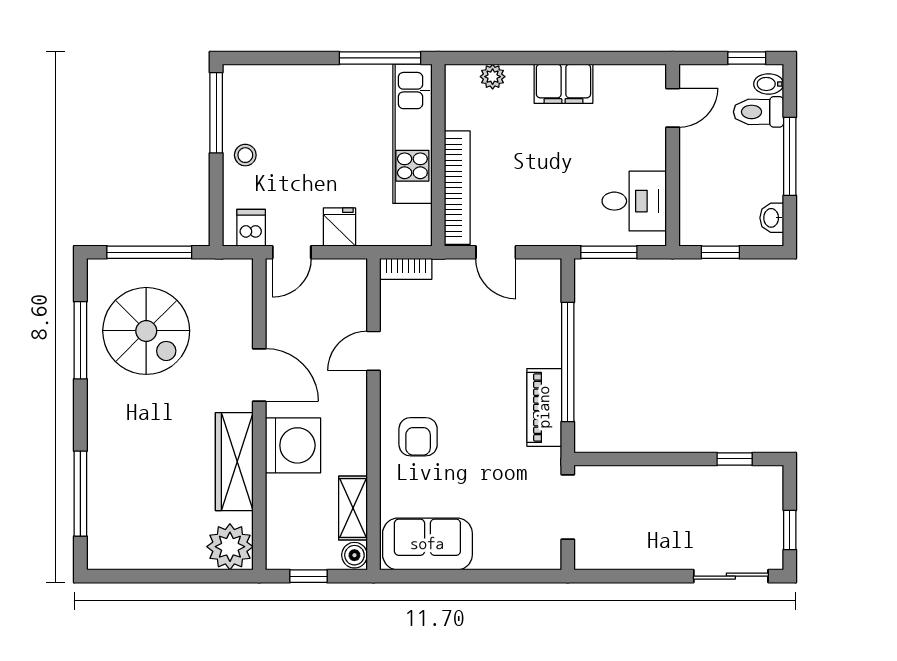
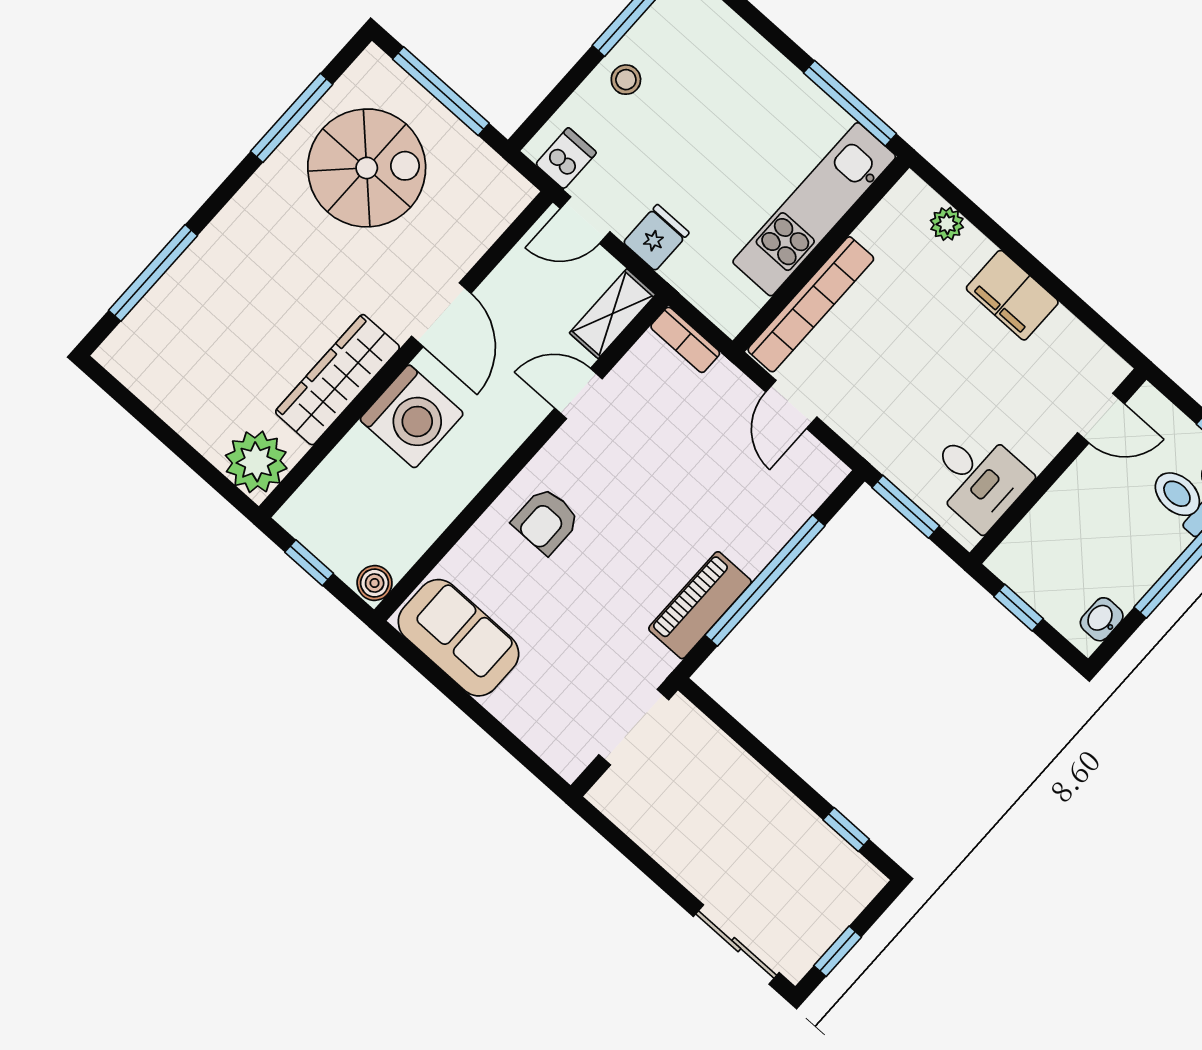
spiral stairs: (146, 331) -> (367, 168), turned -90
shelving: (353, 508) -> (612, 314), moved

